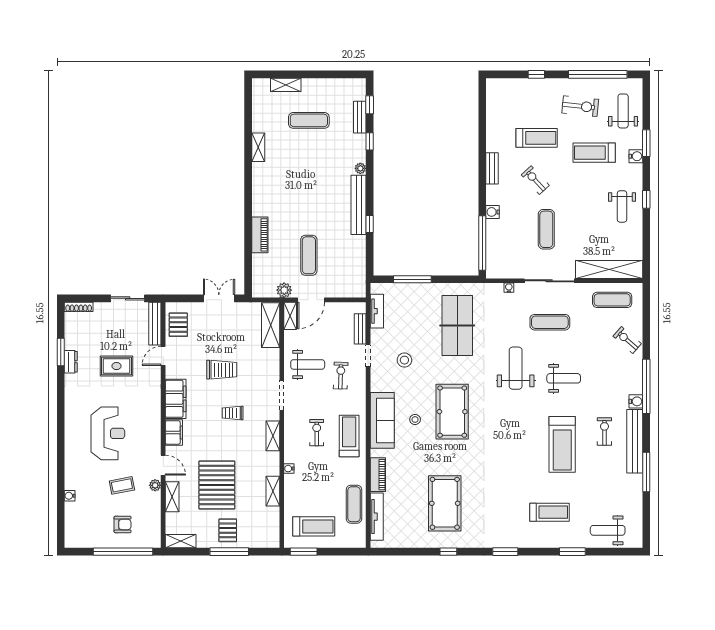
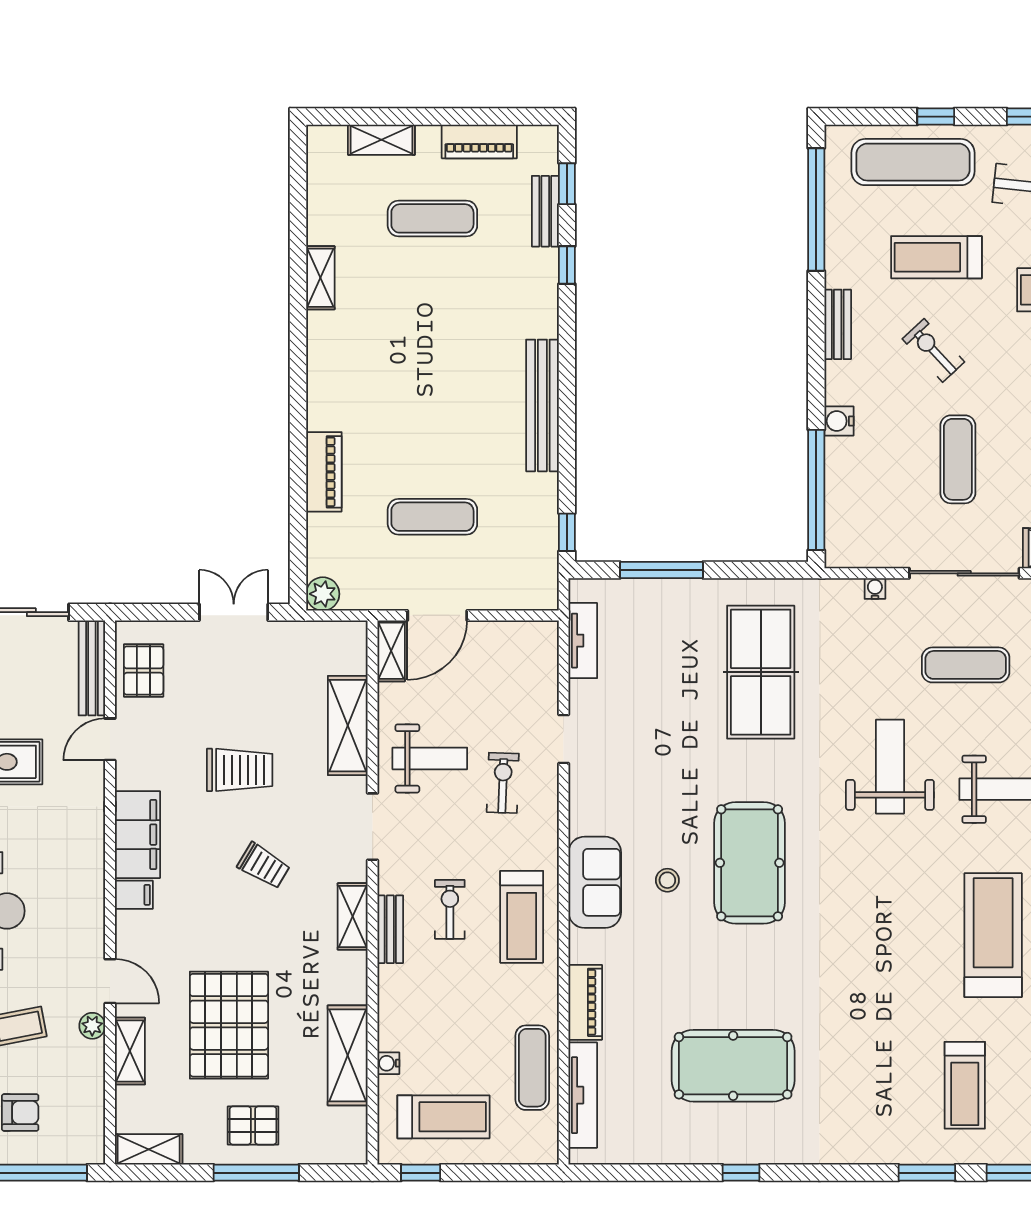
piano: (330, 86) -> (479, 141), added
exercise mat: (526, 95) -> (913, 162), added
window: (482, 116) -> (816, 210), added
treadmill: (537, 138) -> (936, 257), turned 180
plant: (360, 168) -> (547, 325), removed
window: (370, 224) -> (567, 532), moved
exercise mat: (309, 255) -> (432, 517), turned 90
plant: (284, 290) -> (323, 594), moved
shelving: (271, 325) -> (348, 726), moved
bench: (360, 329) -> (390, 929), moved
stool: (404, 360) -> (644, 749), removed
trolley: (233, 413) -> (264, 866), turned -149
sofa: (382, 420) -> (595, 882), width x0.73
filing cabinet: (174, 432) -> (134, 895), width x0.50
treadmill: (349, 436) -> (522, 917), turned 180
treadmill: (562, 444) -> (993, 935), turned 180
water cooler: (289, 469) -> (388, 1063), moved
shelving: (273, 491) -> (348, 1055), width x1.50, depth x1.33
pool table: (445, 503) -> (733, 1066), turned 90
treadmill: (549, 512) -> (965, 1085), turned 90
pallet: (228, 530) -> (253, 1125), turned 90
window: (304, 552) -> (421, 1173), width x0.67
window: (505, 552) -> (927, 1173), moved

